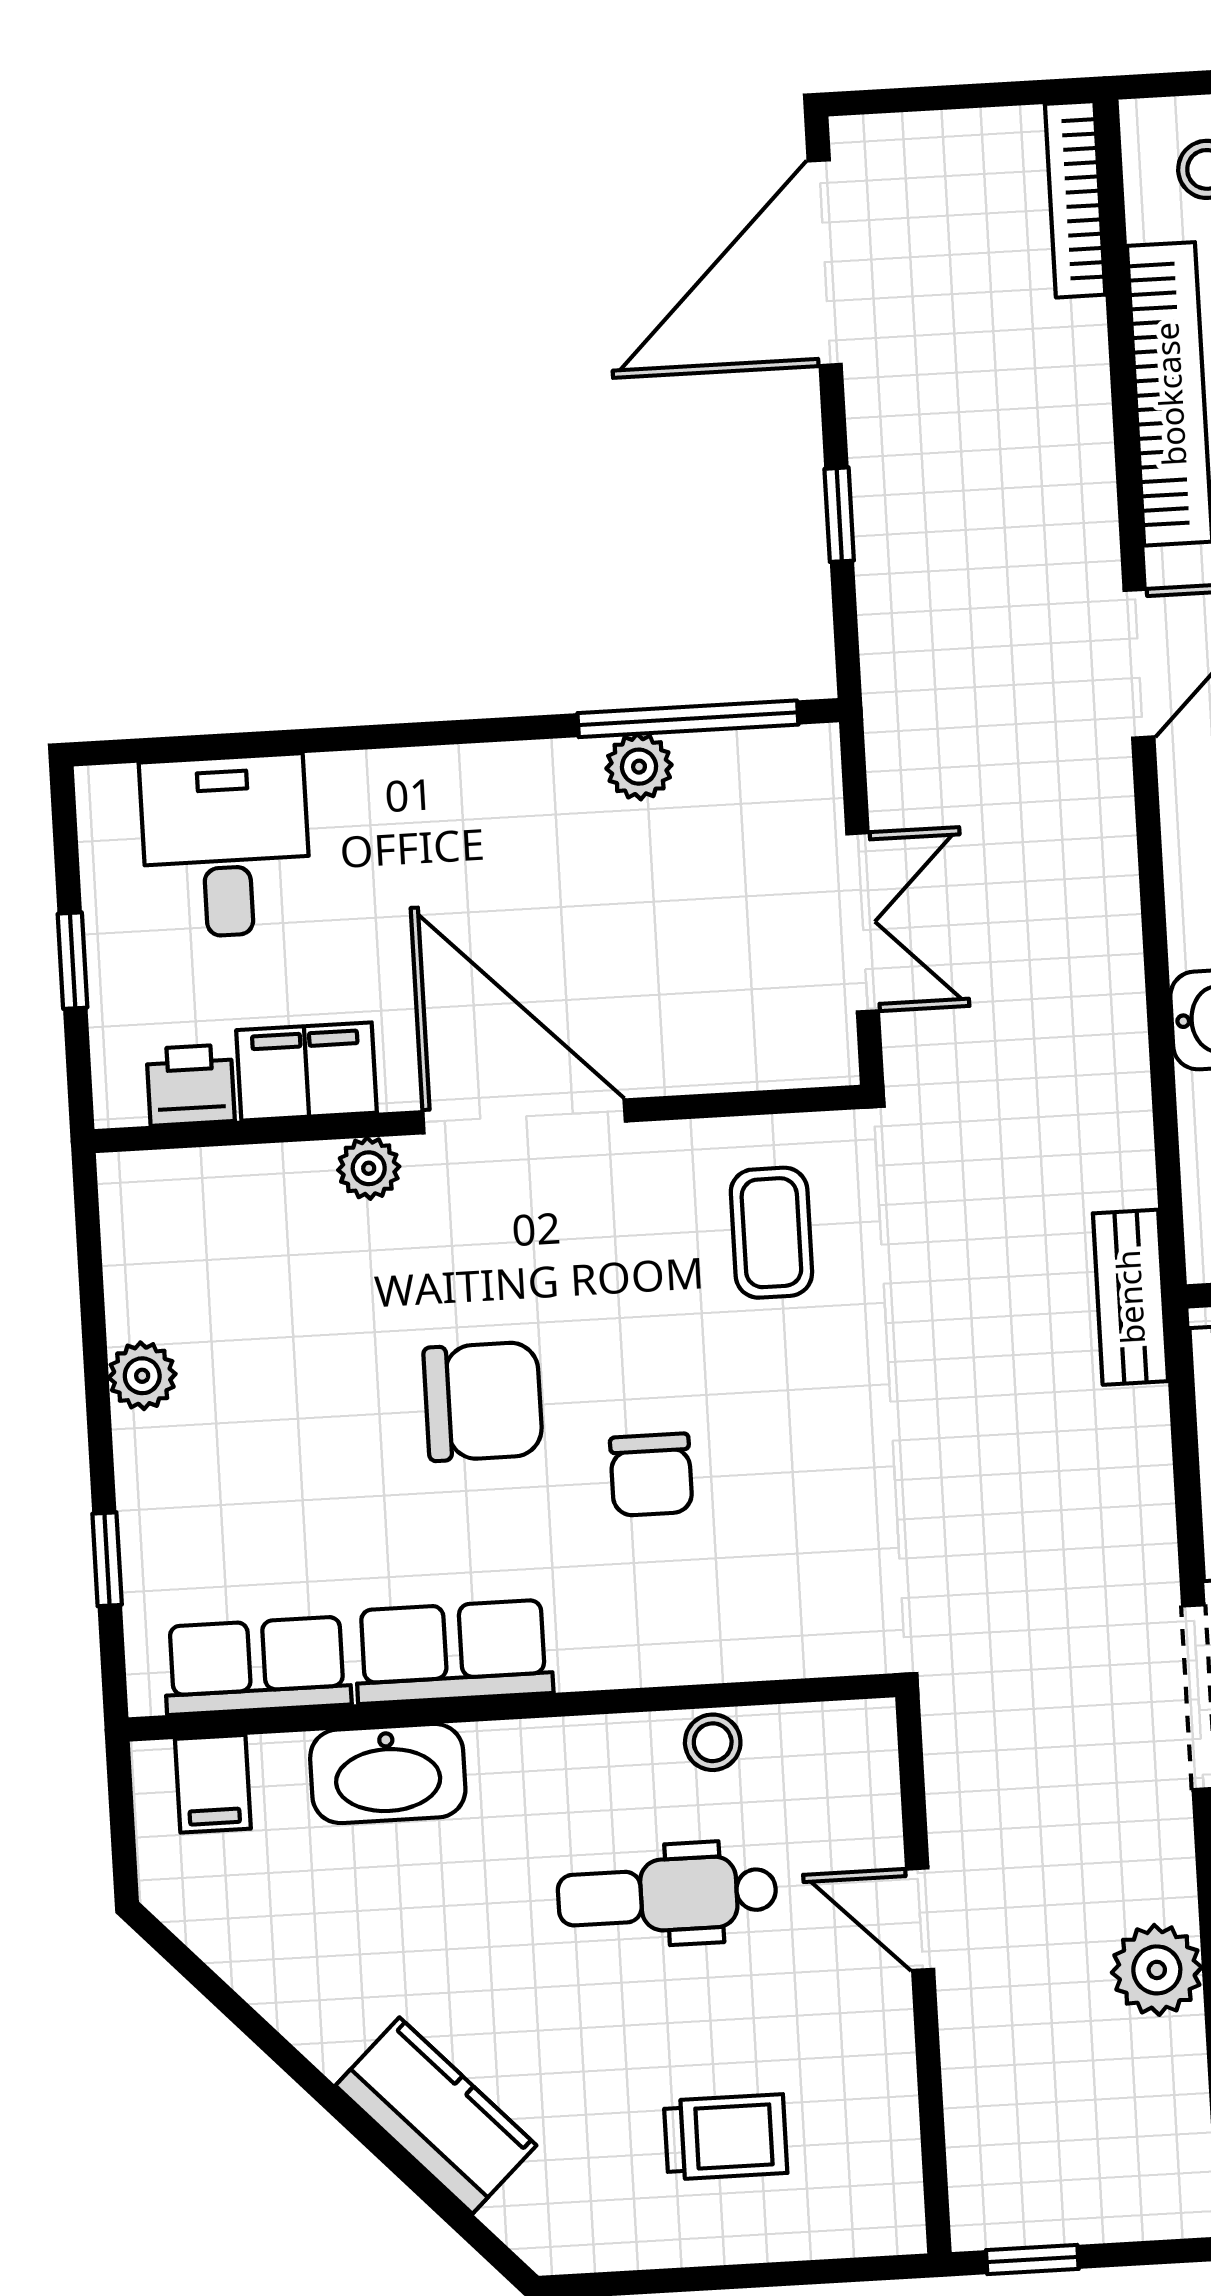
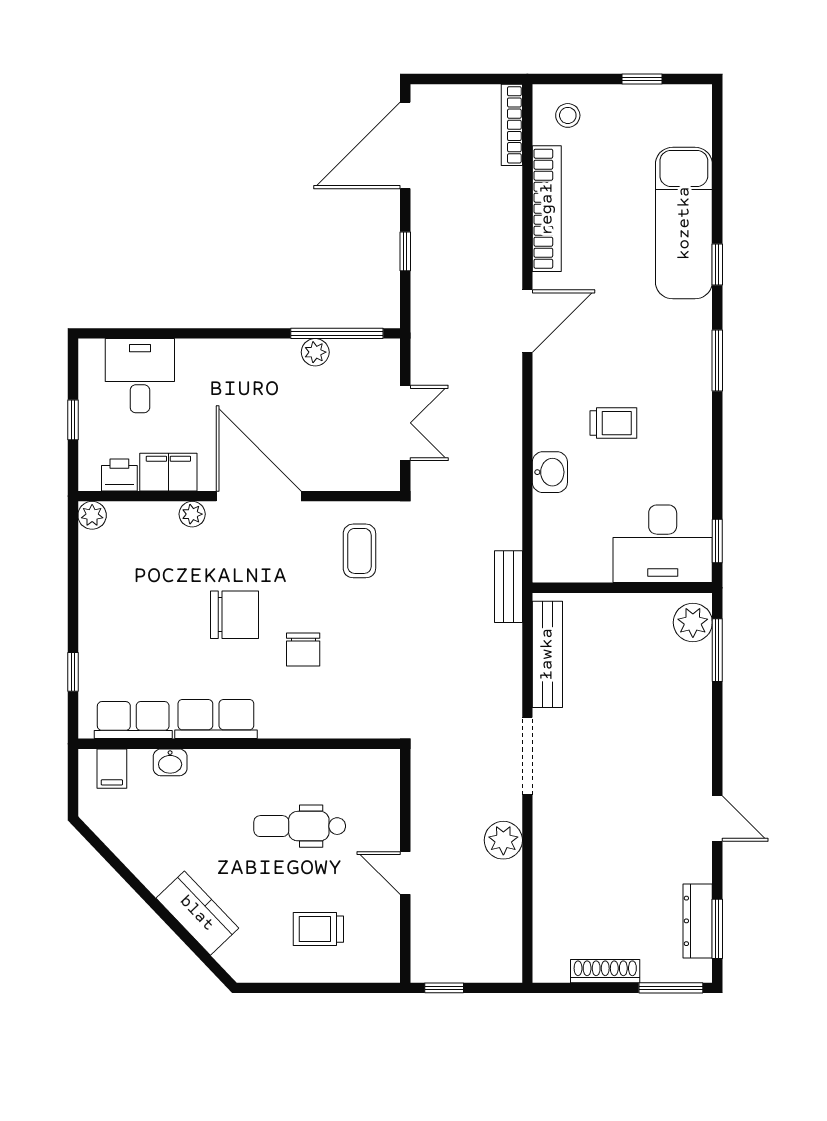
plant: (142, 1376) -> (92, 515), moved
stool: (713, 1742) -> (323, 763), removed
washbasin: (388, 1774) -> (170, 762), width x0.52, depth x0.69
door: (920, 1919) -> (405, 873), moved
plant: (1157, 1970) -> (503, 840), moved
trolley: (726, 2137) -> (318, 929), turned 180

